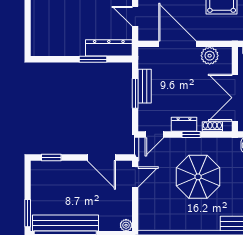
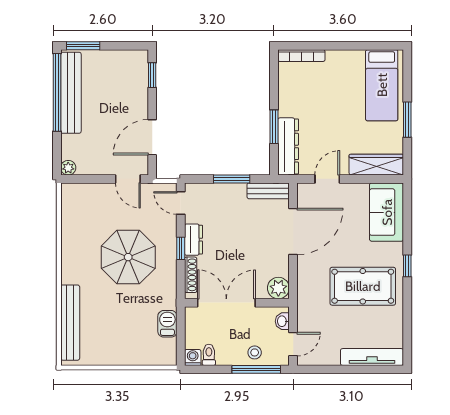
bookcase: (36, 37) -> (301, 56), added
plant: (210, 56) -> (278, 288), moved
bench: (145, 86) -> (268, 191), moved
shoe rack: (212, 126) -> (191, 275), width x1.43

